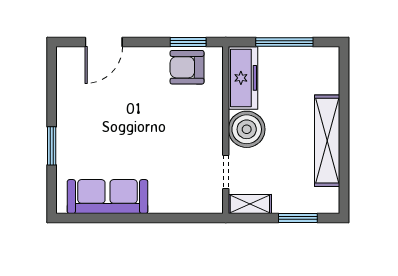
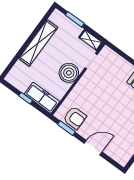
door: (104, 42) -> (93, 148), moved
window: (284, 42) -> (26, 98), width x0.46
freezer: (243, 78) -> (42, 98), moved, turned 90

